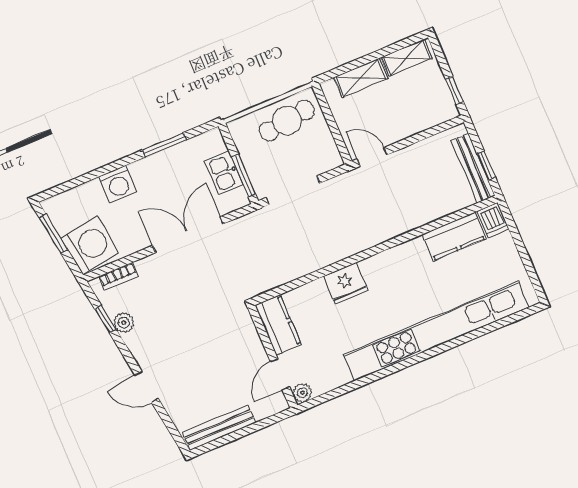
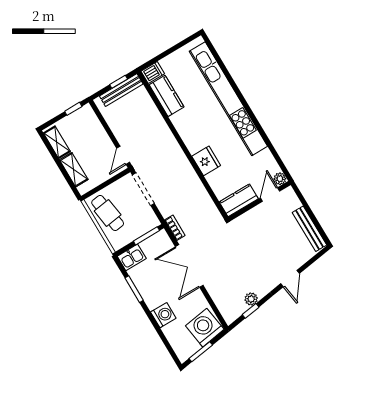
kitchen sink: (224, 173) -> (132, 257), moved
doorway: (293, 190) -> (143, 189), moved
bookcase: (118, 276) -> (175, 228), moved
door: (280, 374) -> (270, 195), swing flipped

